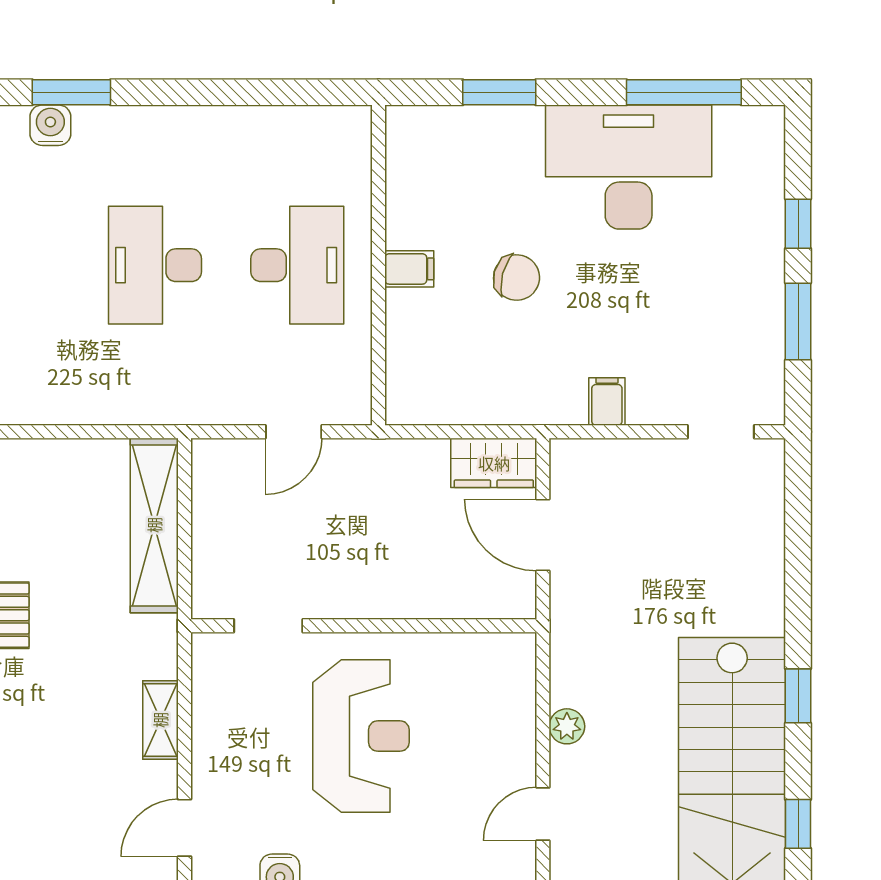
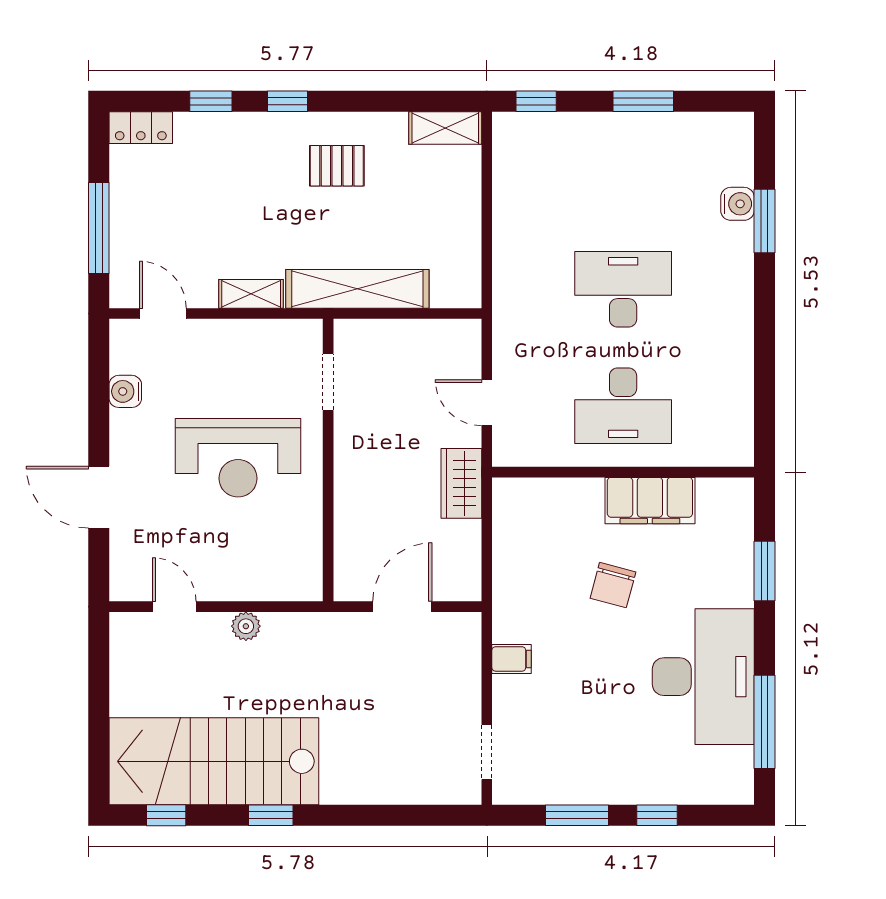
filing cabinet: (409, 269) -> (650, 501), width x3.00, depth x1.17
wardrobe: (494, 463) -> (461, 483), moved
shelving: (154, 525) -> (357, 289), moved

